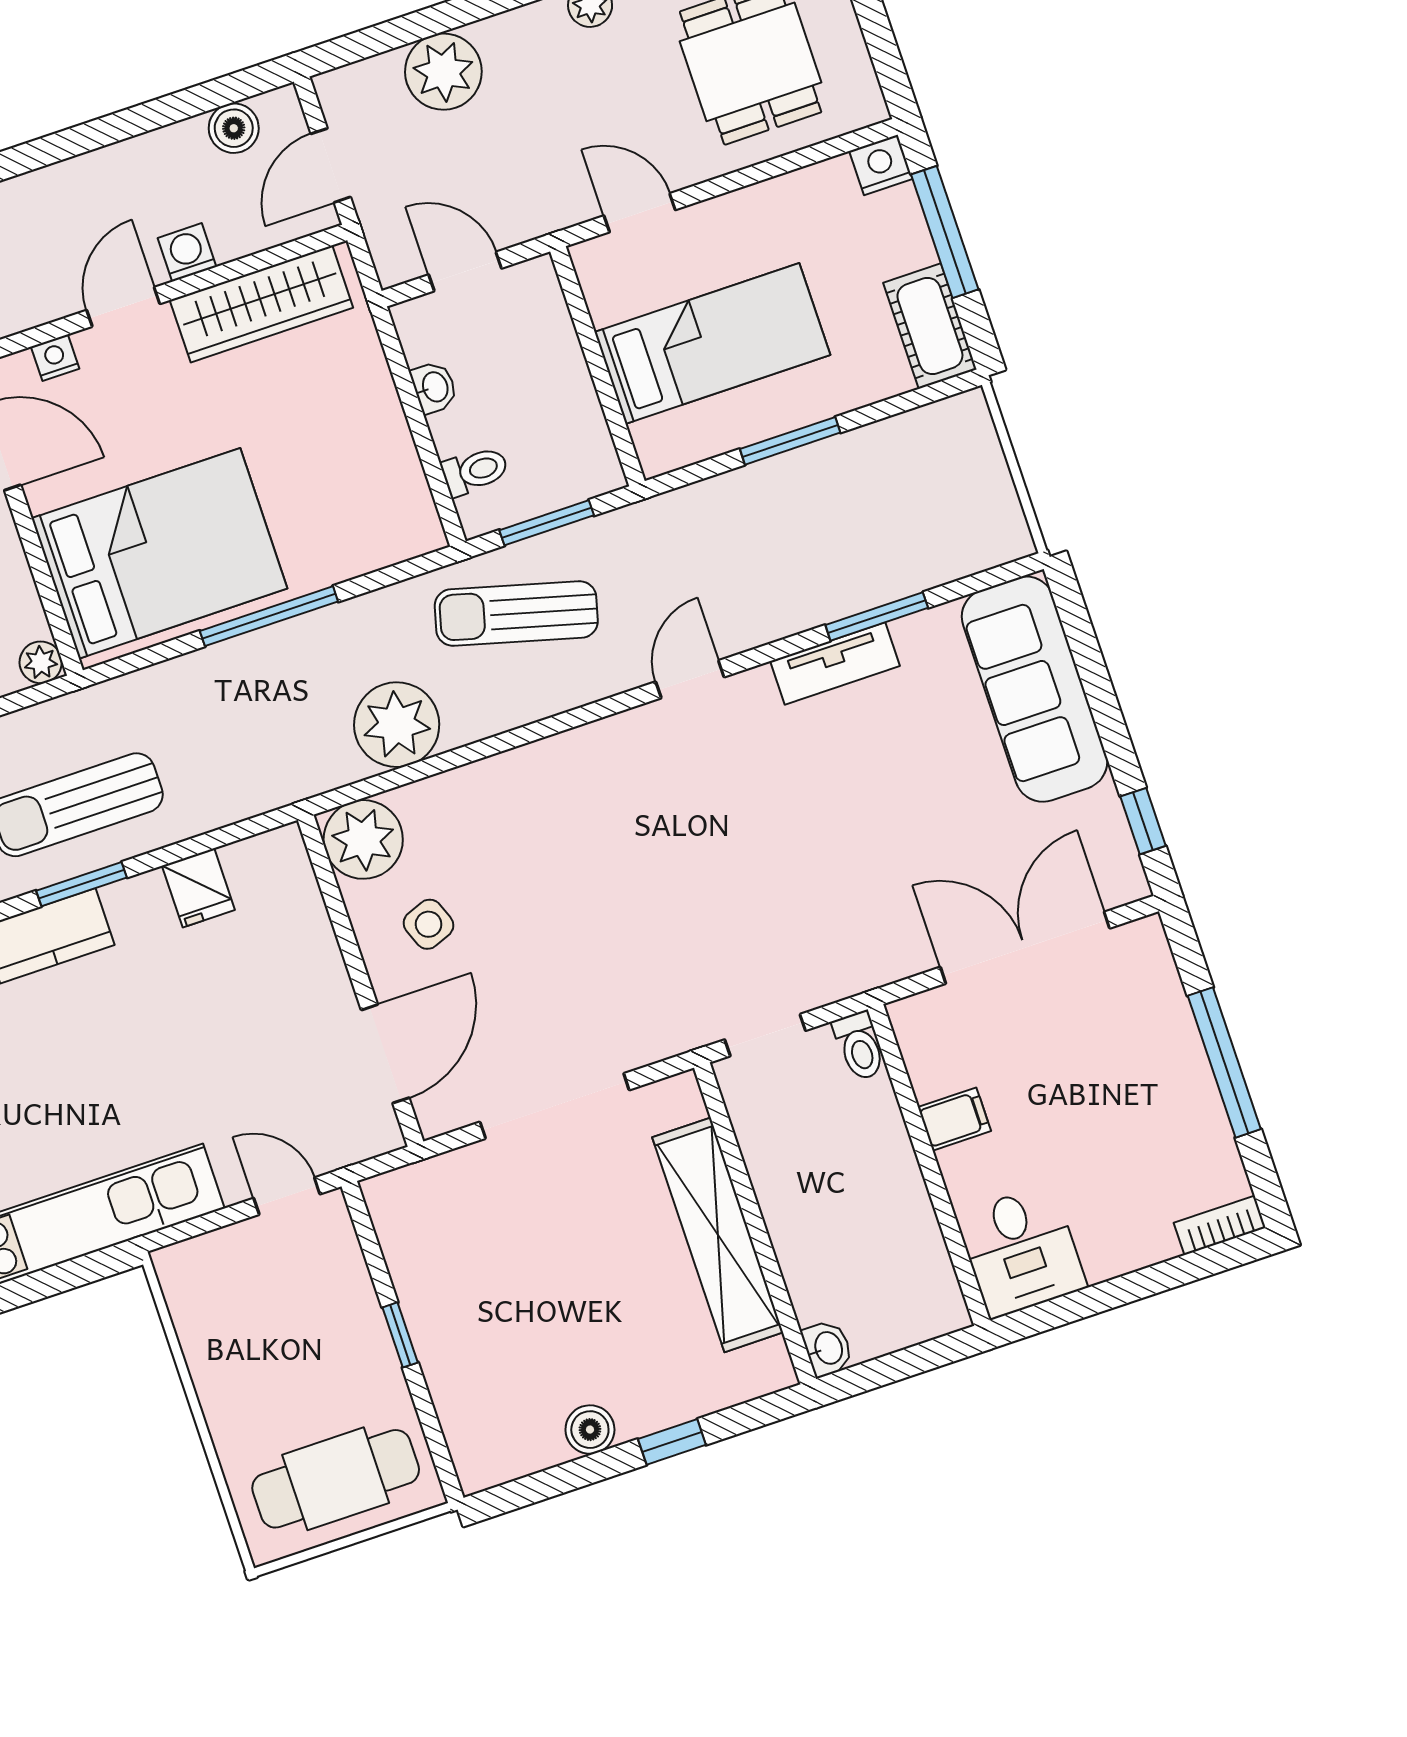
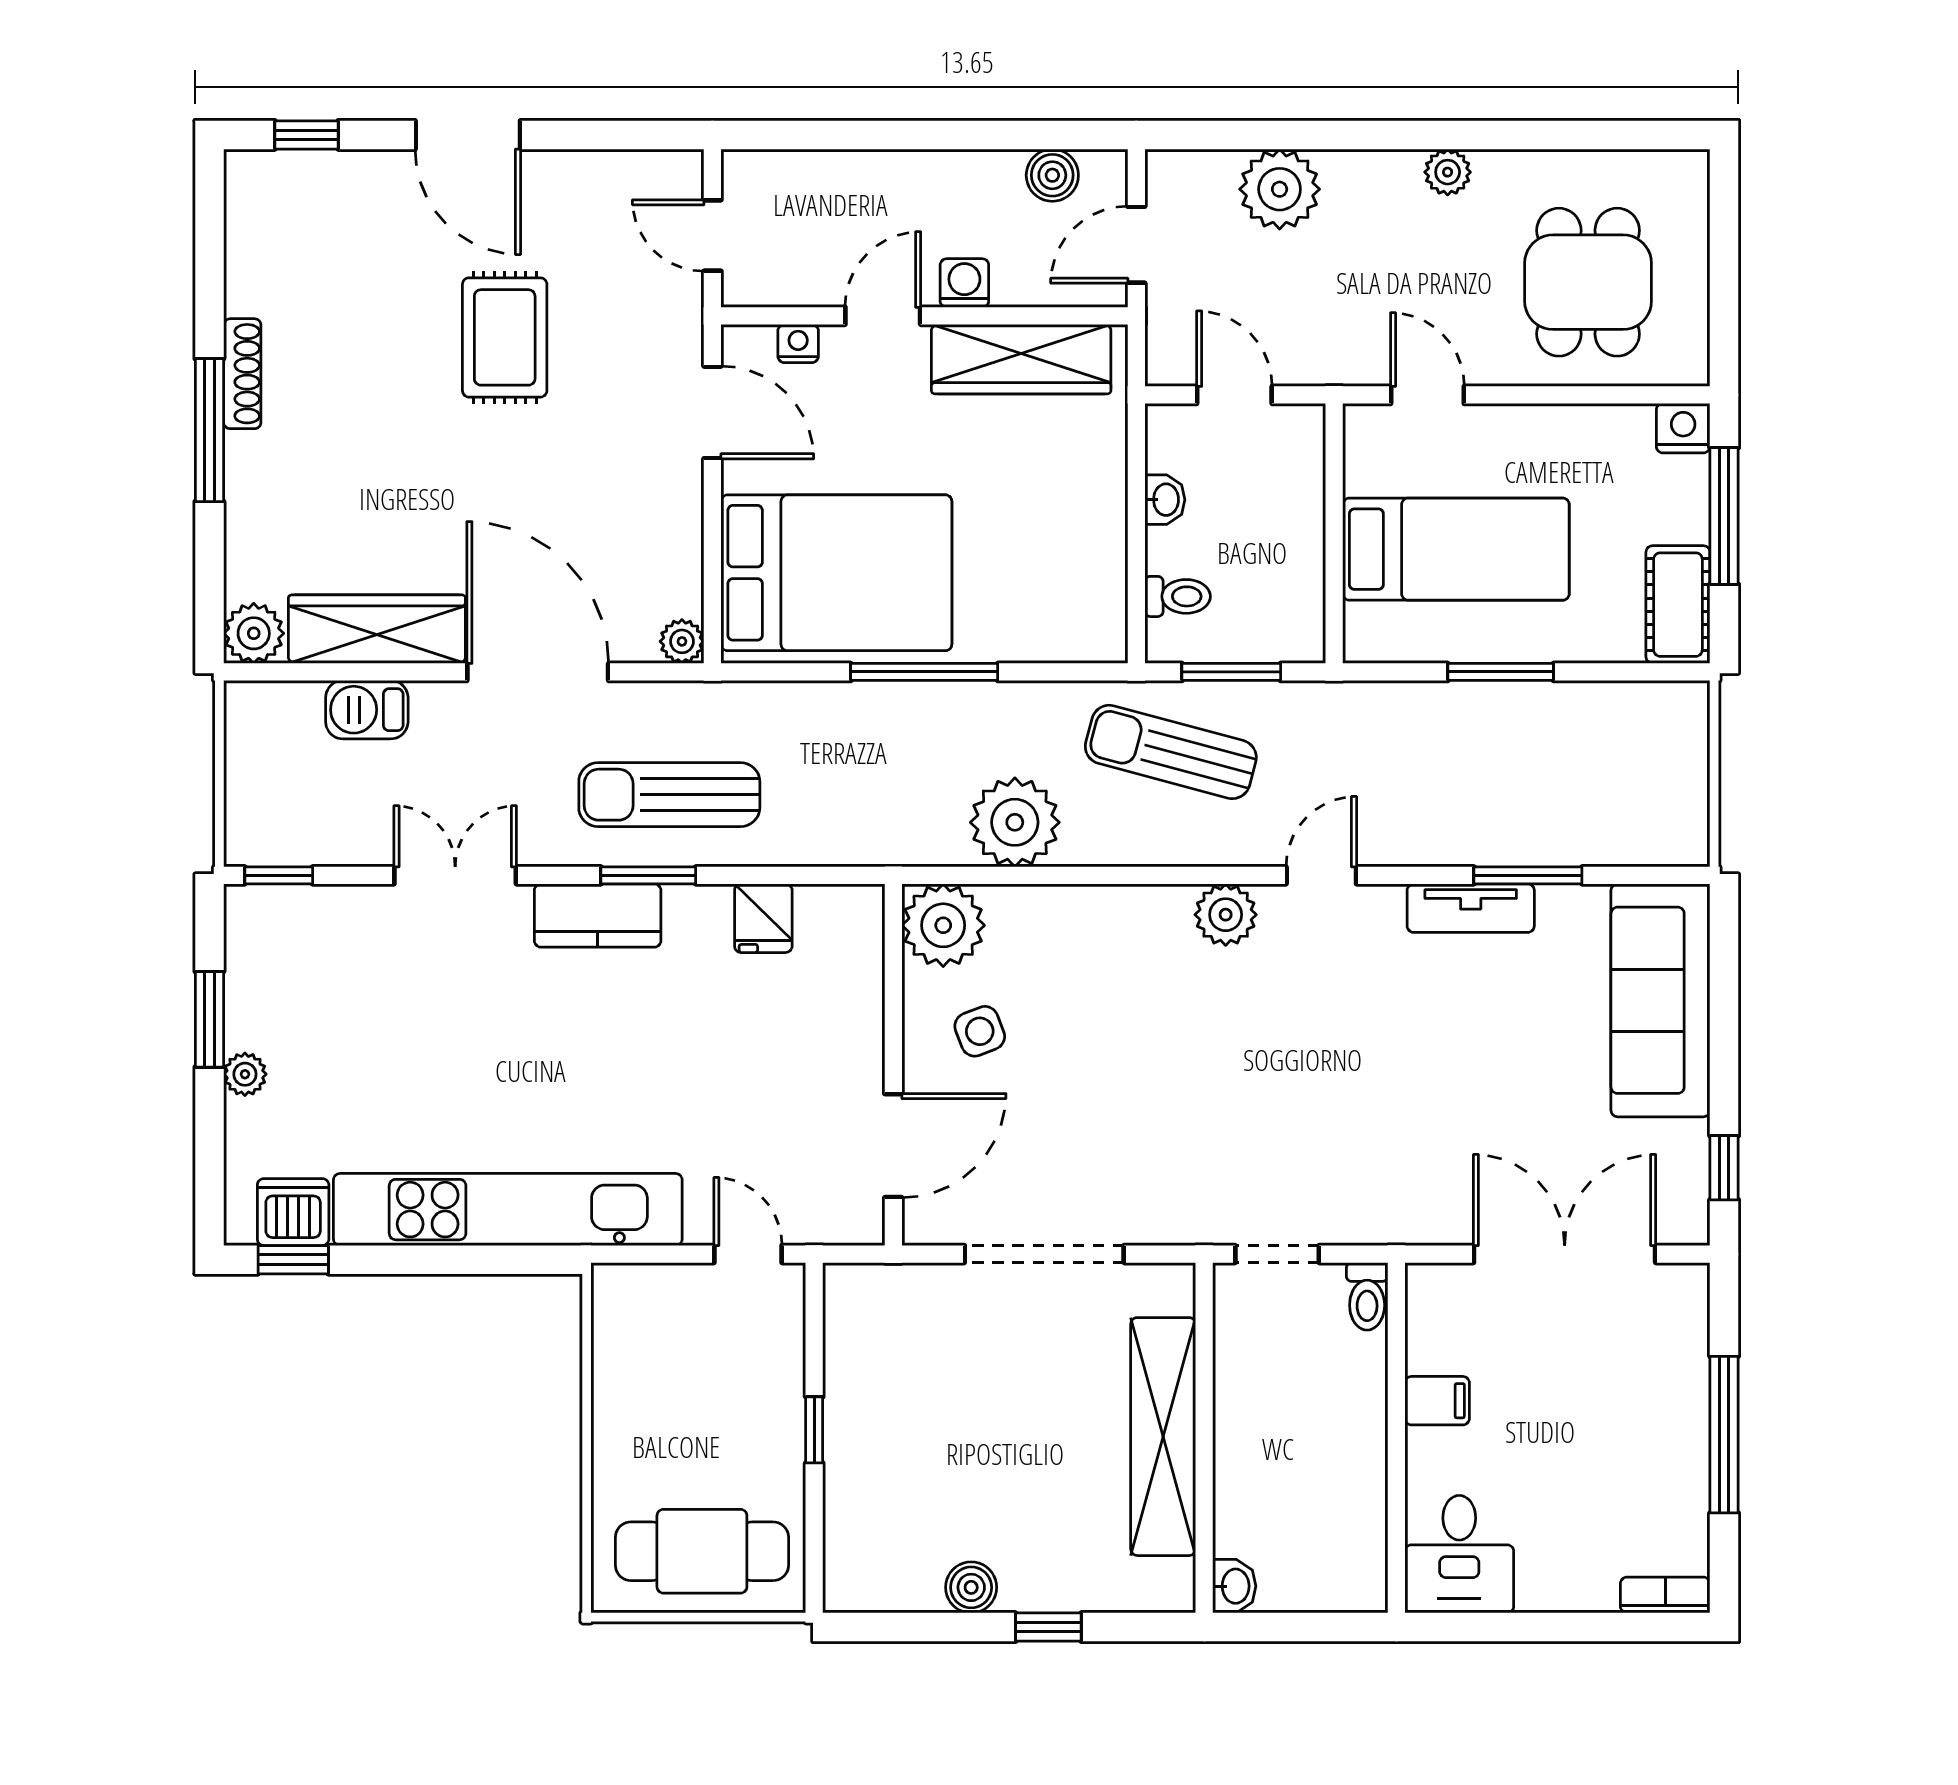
plant: (615, 744) -> (1226, 915), added

